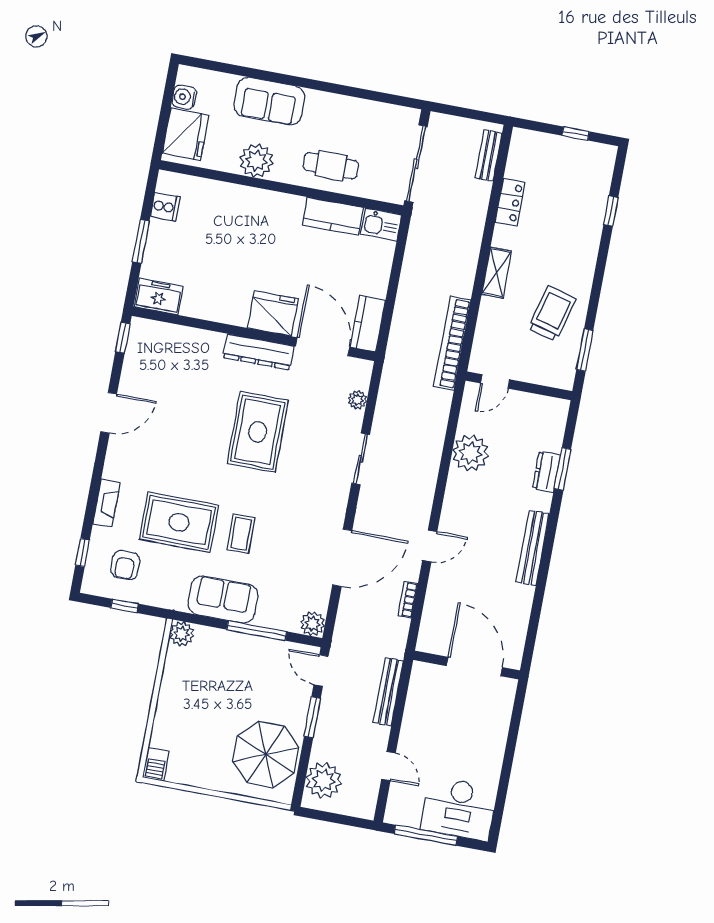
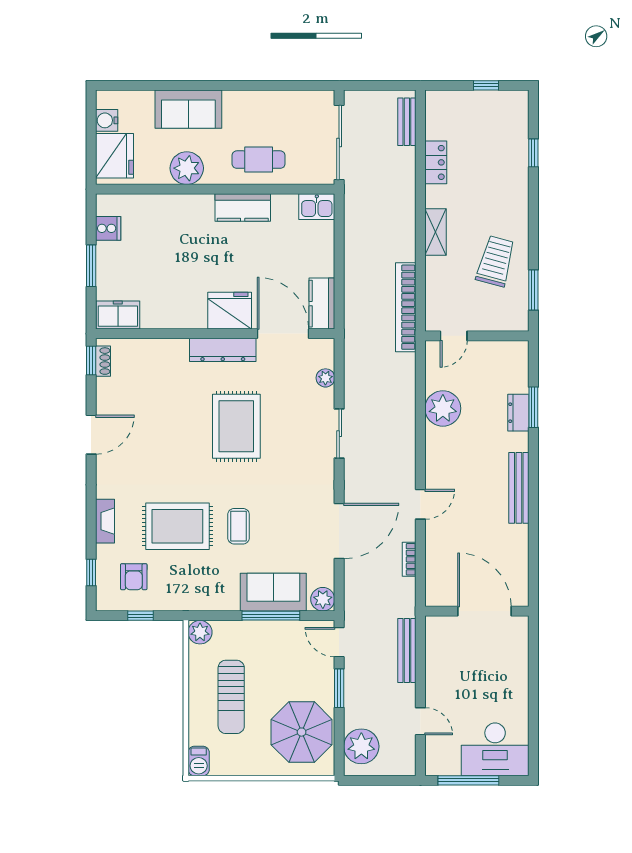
kitchen counter: (333, 216) -> (243, 208), moved
shoe rack: (135, 340) -> (103, 361), added
sofa: (223, 600) -> (273, 592), moved
sun lounger: (201, 705) -> (231, 697), added

